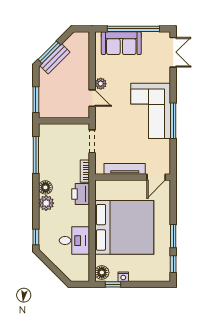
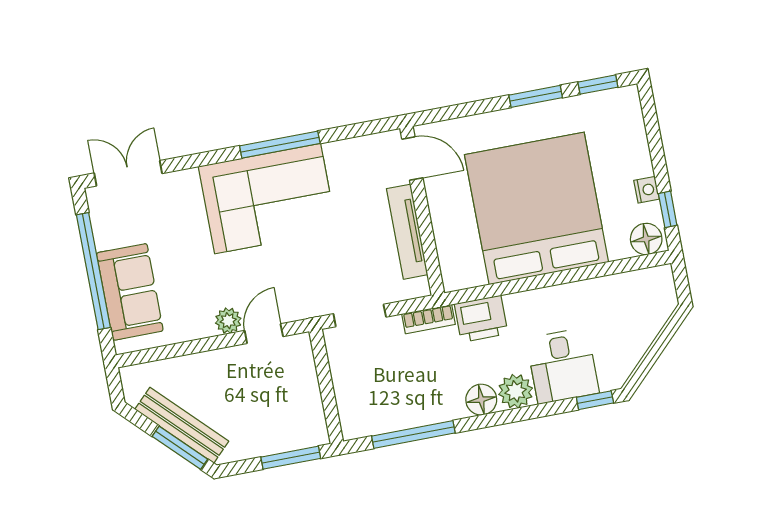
bench: (55, 59) -> (182, 425), width x1.36
desk: (74, 241) -> (563, 366), moved, turned 180

